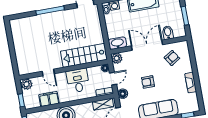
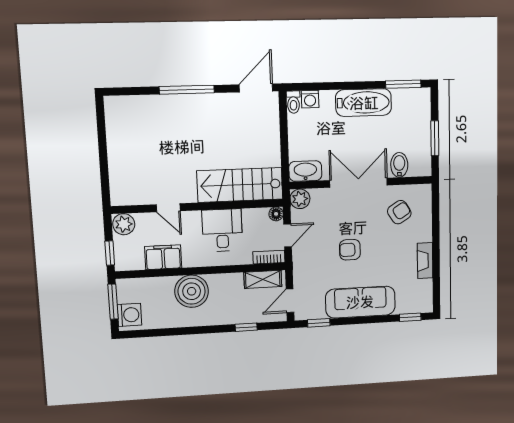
floor lamp: (123, 94) -> (301, 265), removed

